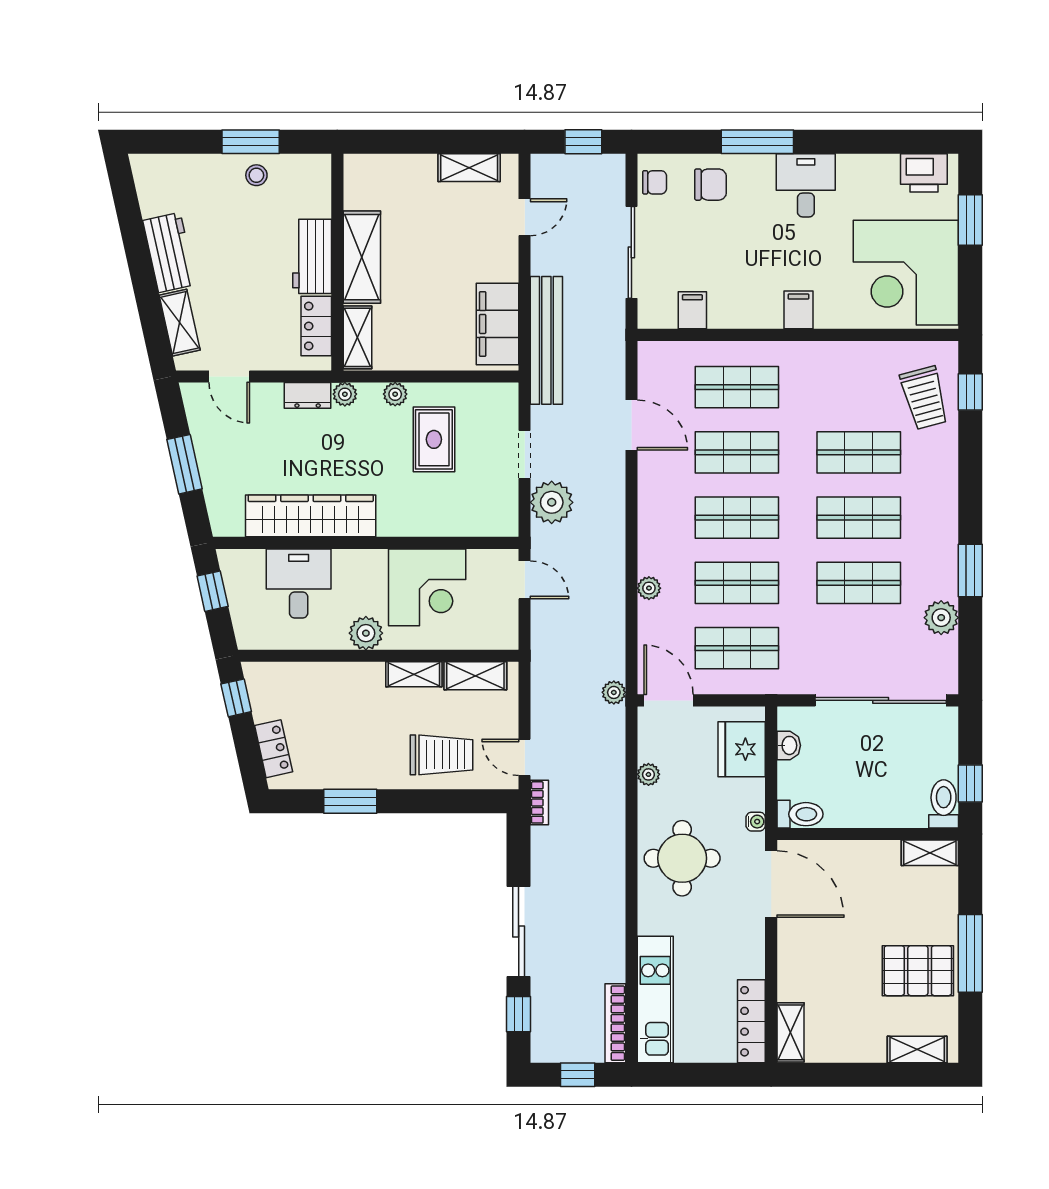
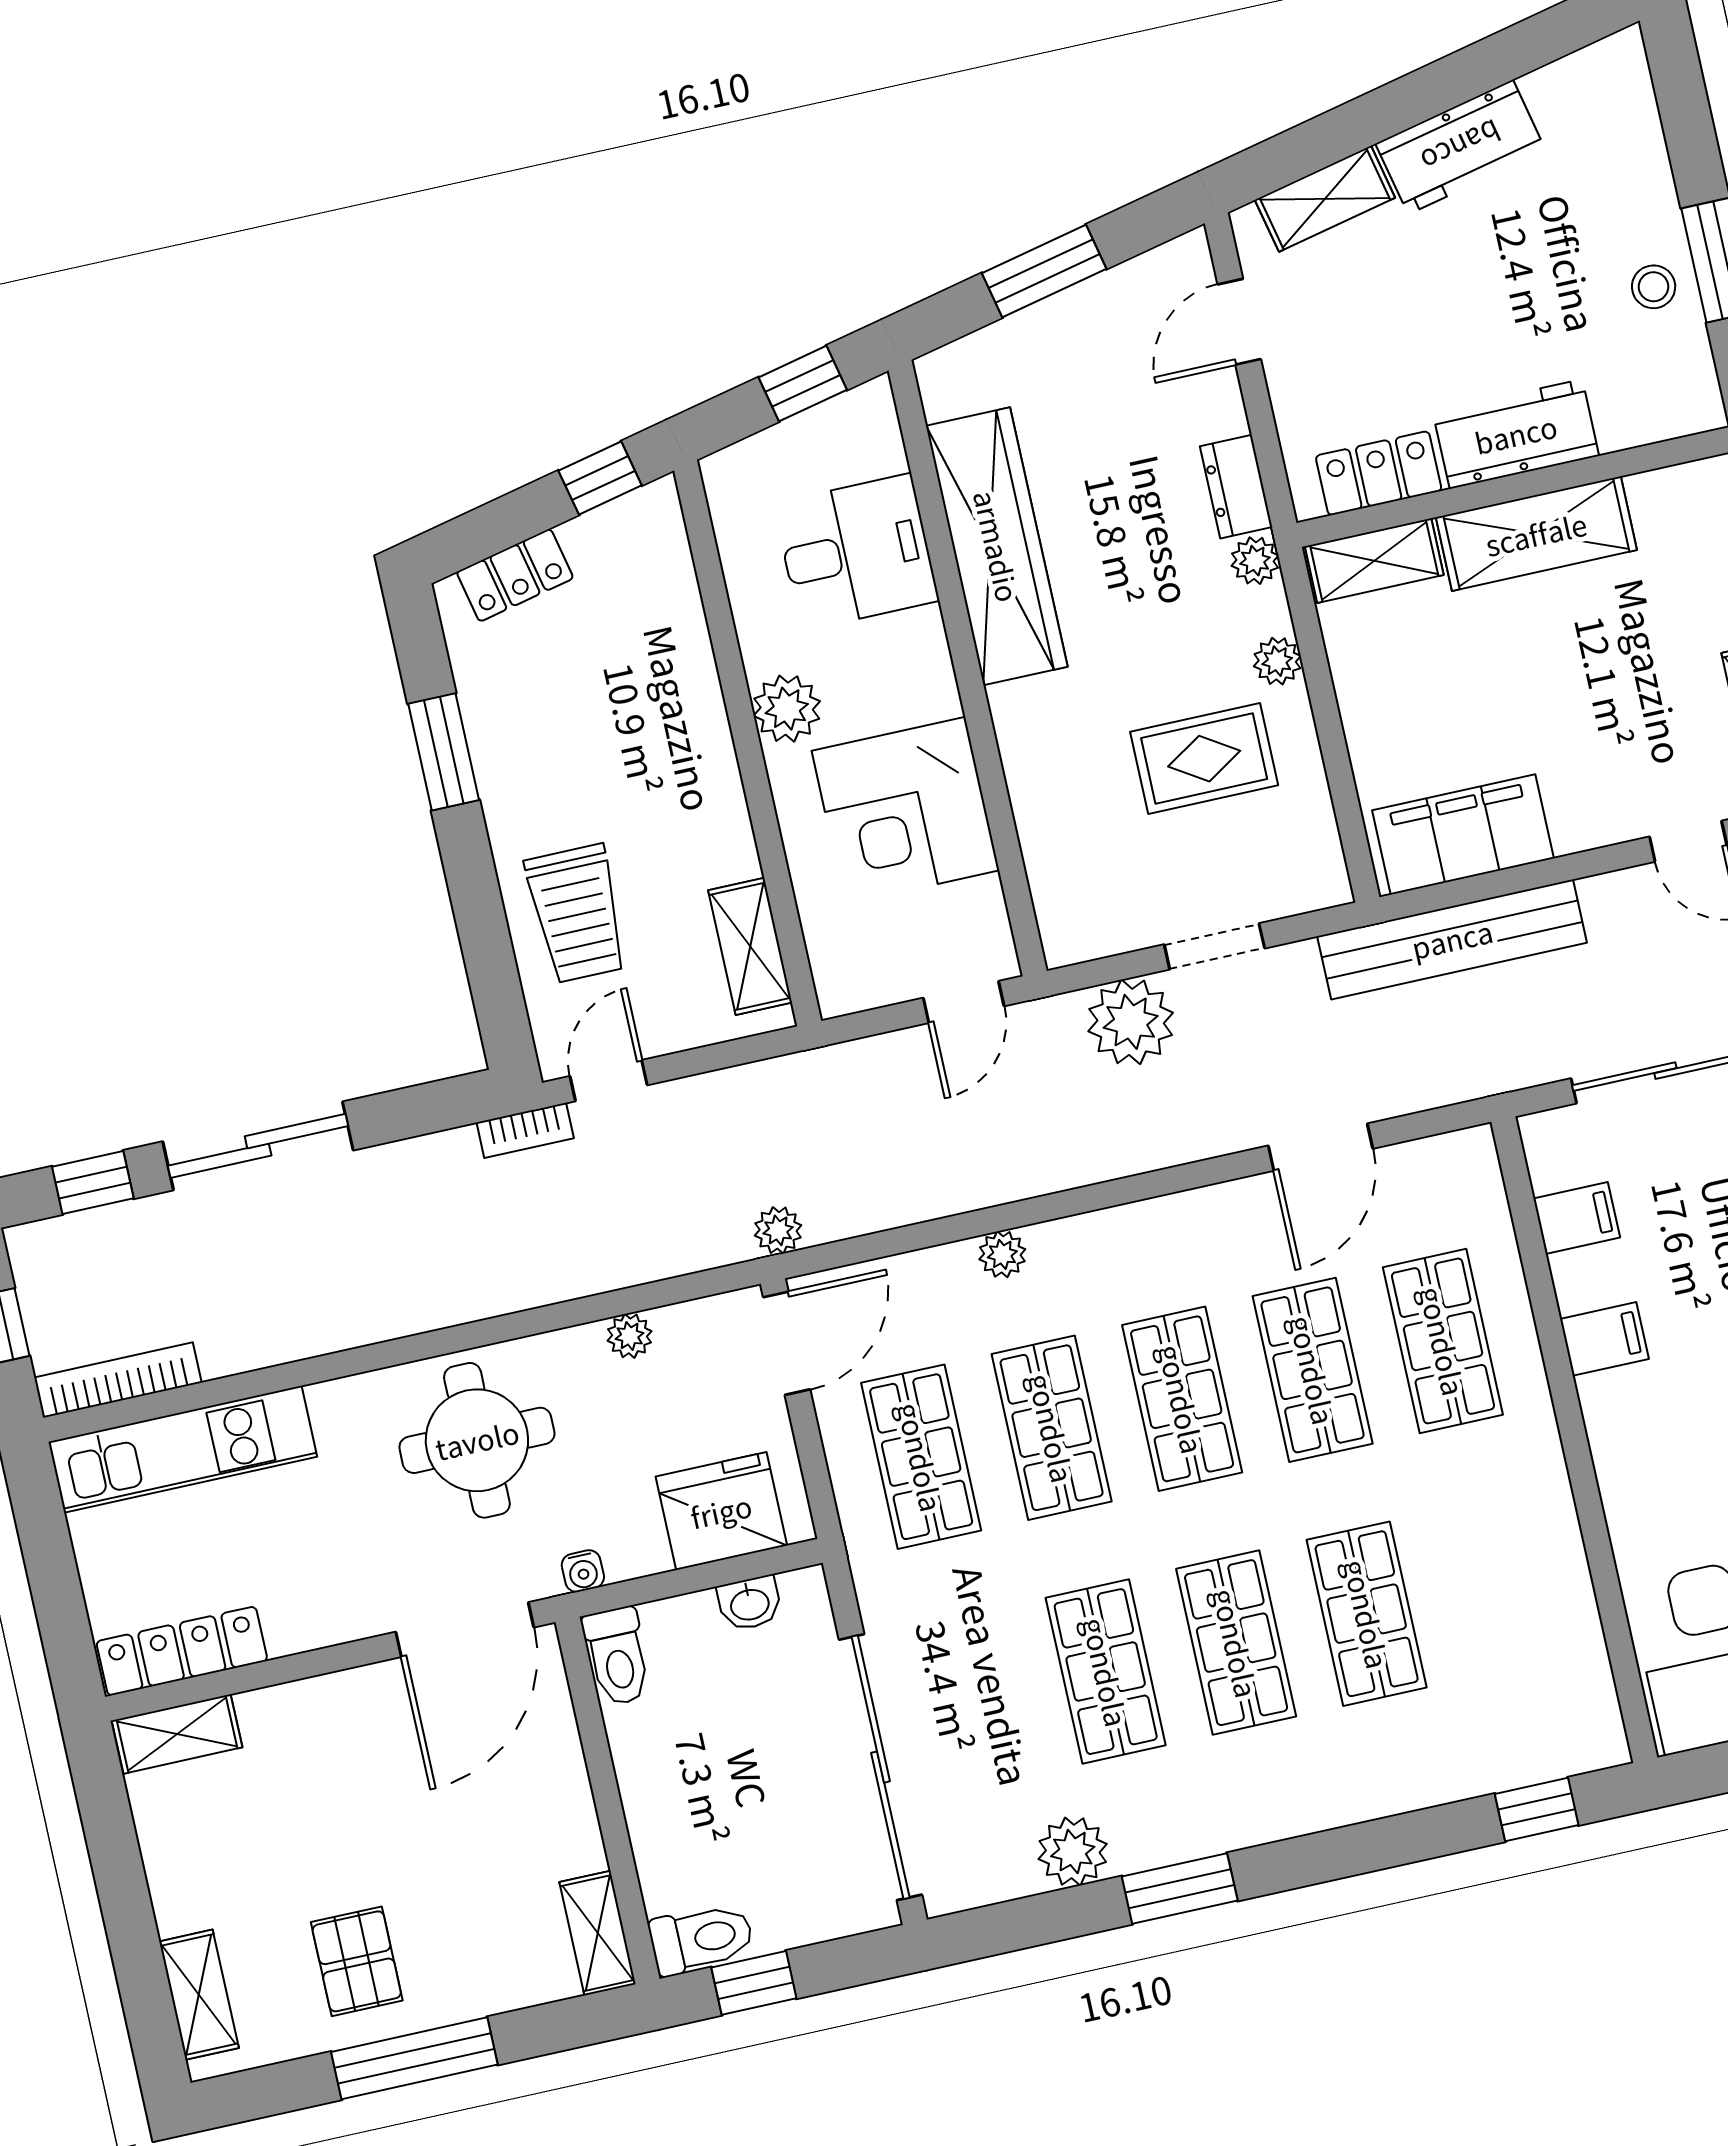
filing cabinet: (798, 310) -> (1604, 1339), moved
trolley: (924, 398) -> (1505, 1721), removed
shelving: (414, 674) -> (726, 823), removed
pallet: (918, 971) -> (357, 1961), width x0.67, depth x0.71

